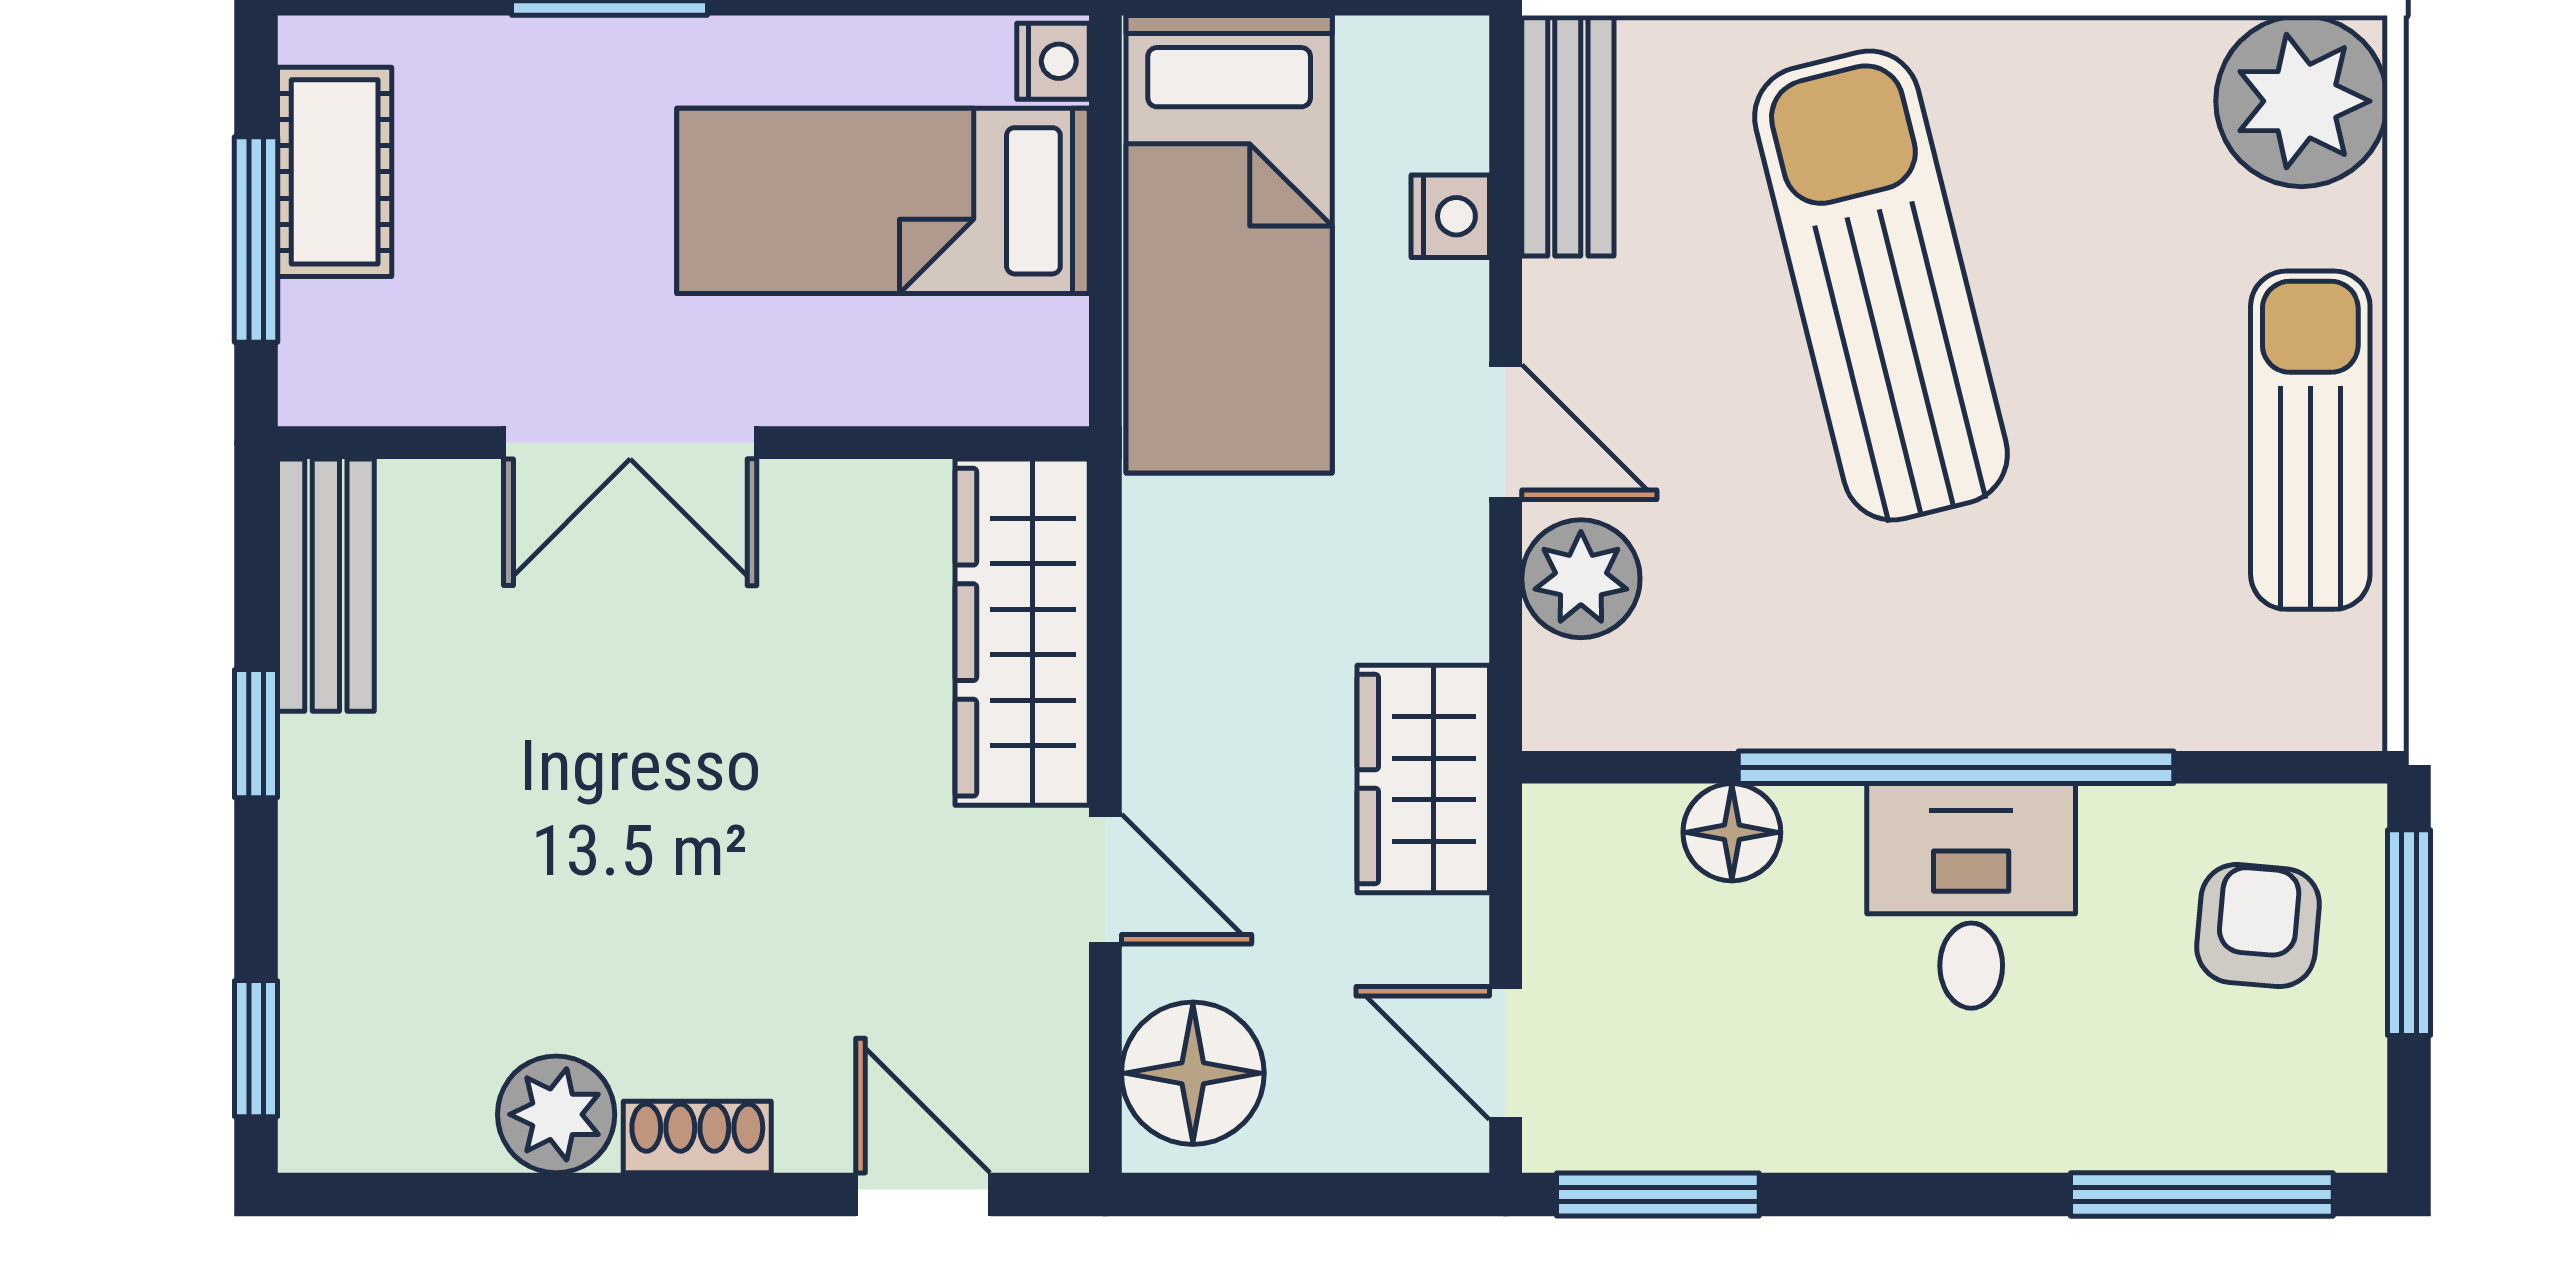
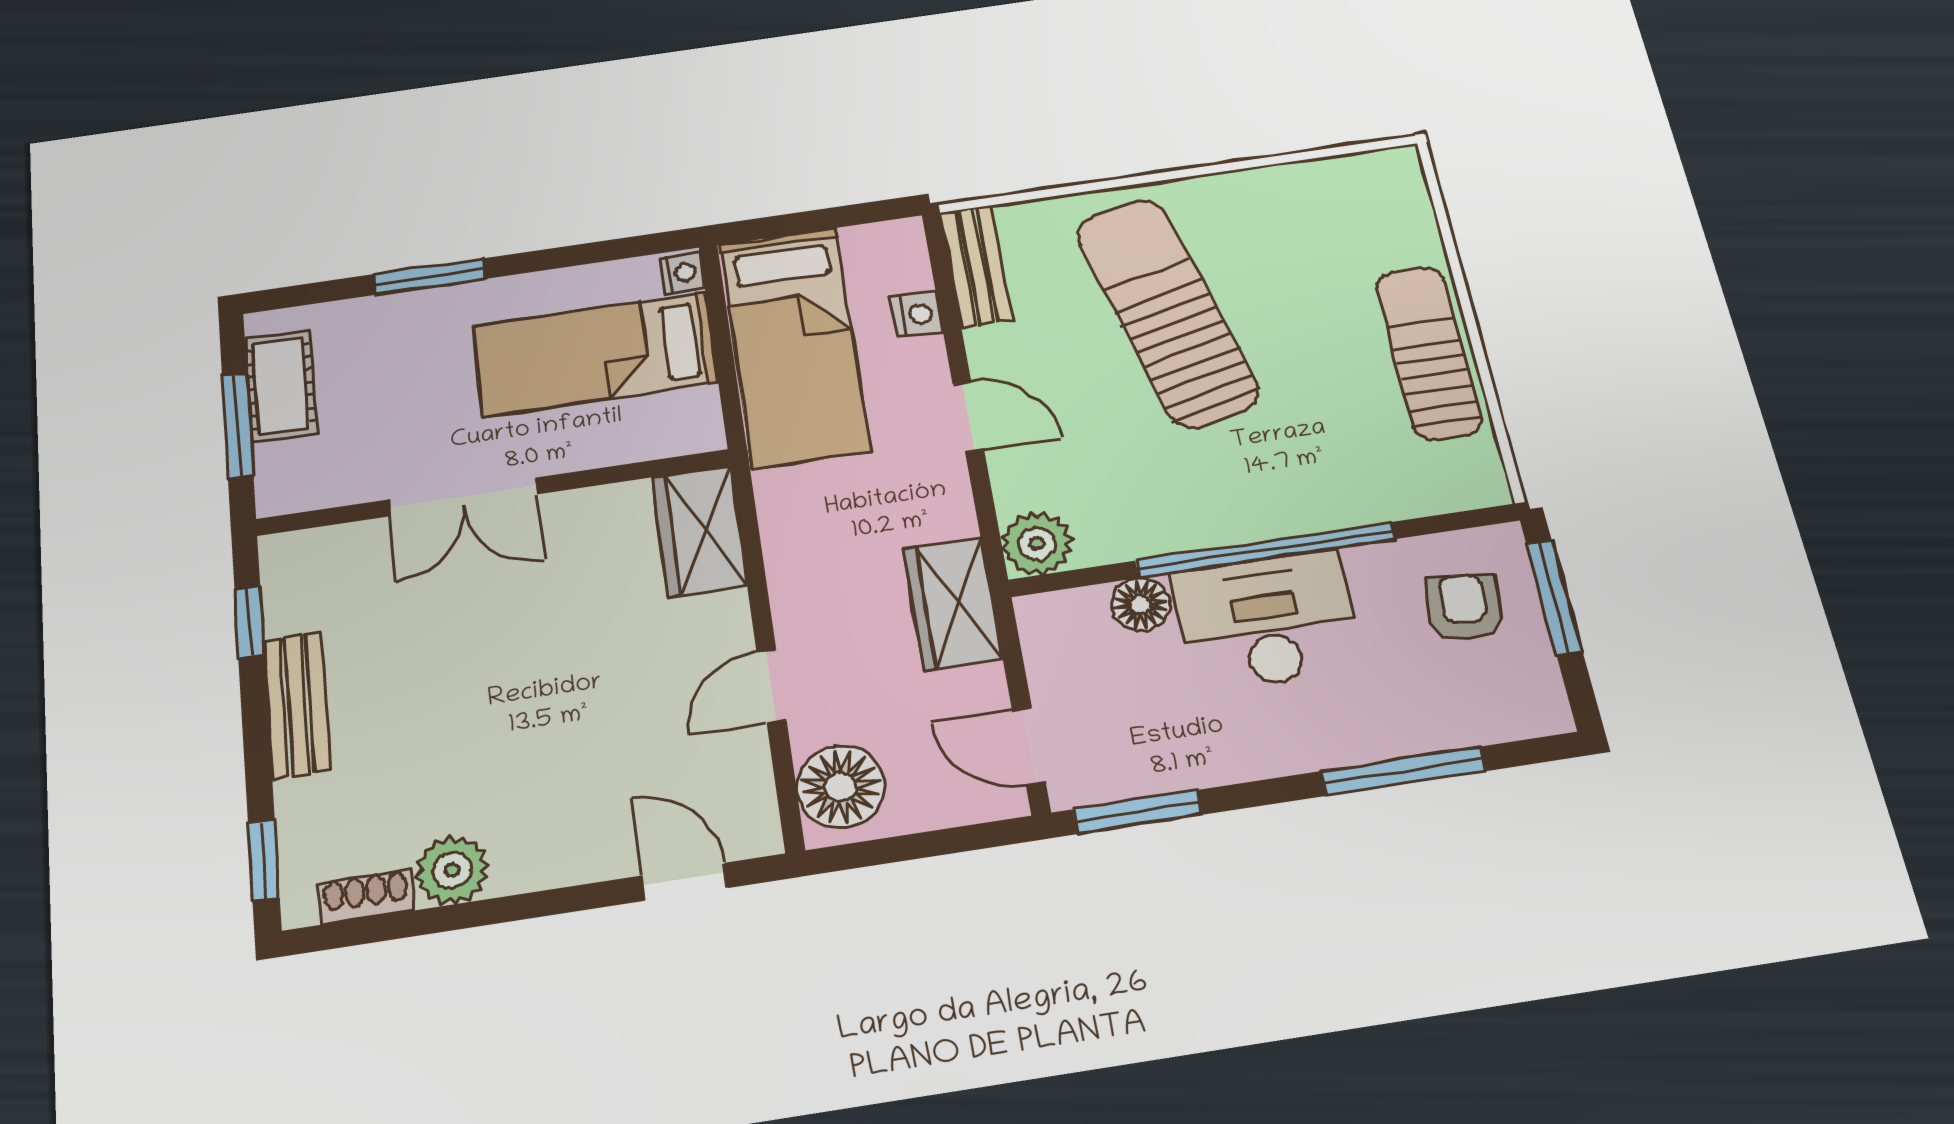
plant: (2302, 101) -> (1381, 190), removed
plant: (1581, 579) -> (1037, 543), moved
bench: (326, 585) -> (297, 704), moved
wardrobe: (1022, 632) -> (699, 531), width x0.67
window: (256, 734) -> (249, 622), moved
door: (1105, 879) -> (772, 686), swing flipped
desk: (1971, 896) -> (1267, 621), width x1.37
shoe rack: (697, 1137) -> (366, 897), moved
window: (2202, 1195) -> (1403, 771), moved

